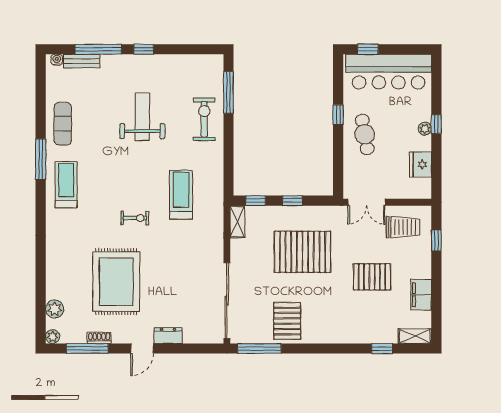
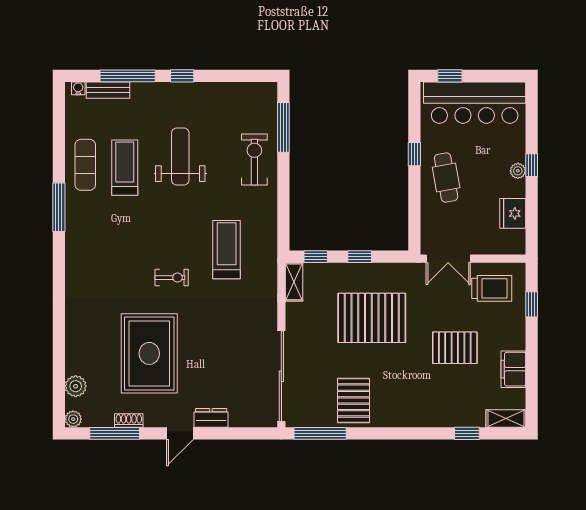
treadmill: (66, 185) -> (125, 168), moved

